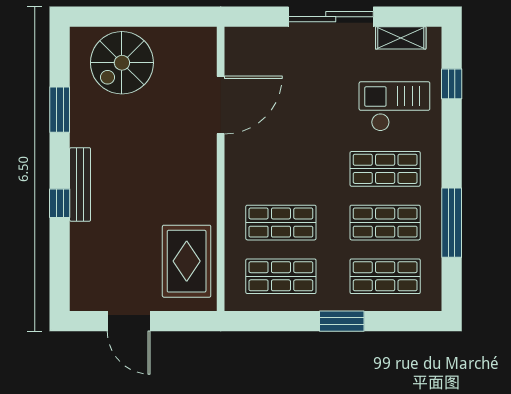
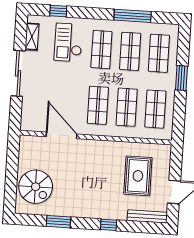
shop shelf: (281, 169) -> (98, 105), added
bench: (80, 184) -> (147, 216), moved
rug: (187, 261) -> (138, 176), moved, turned 90

